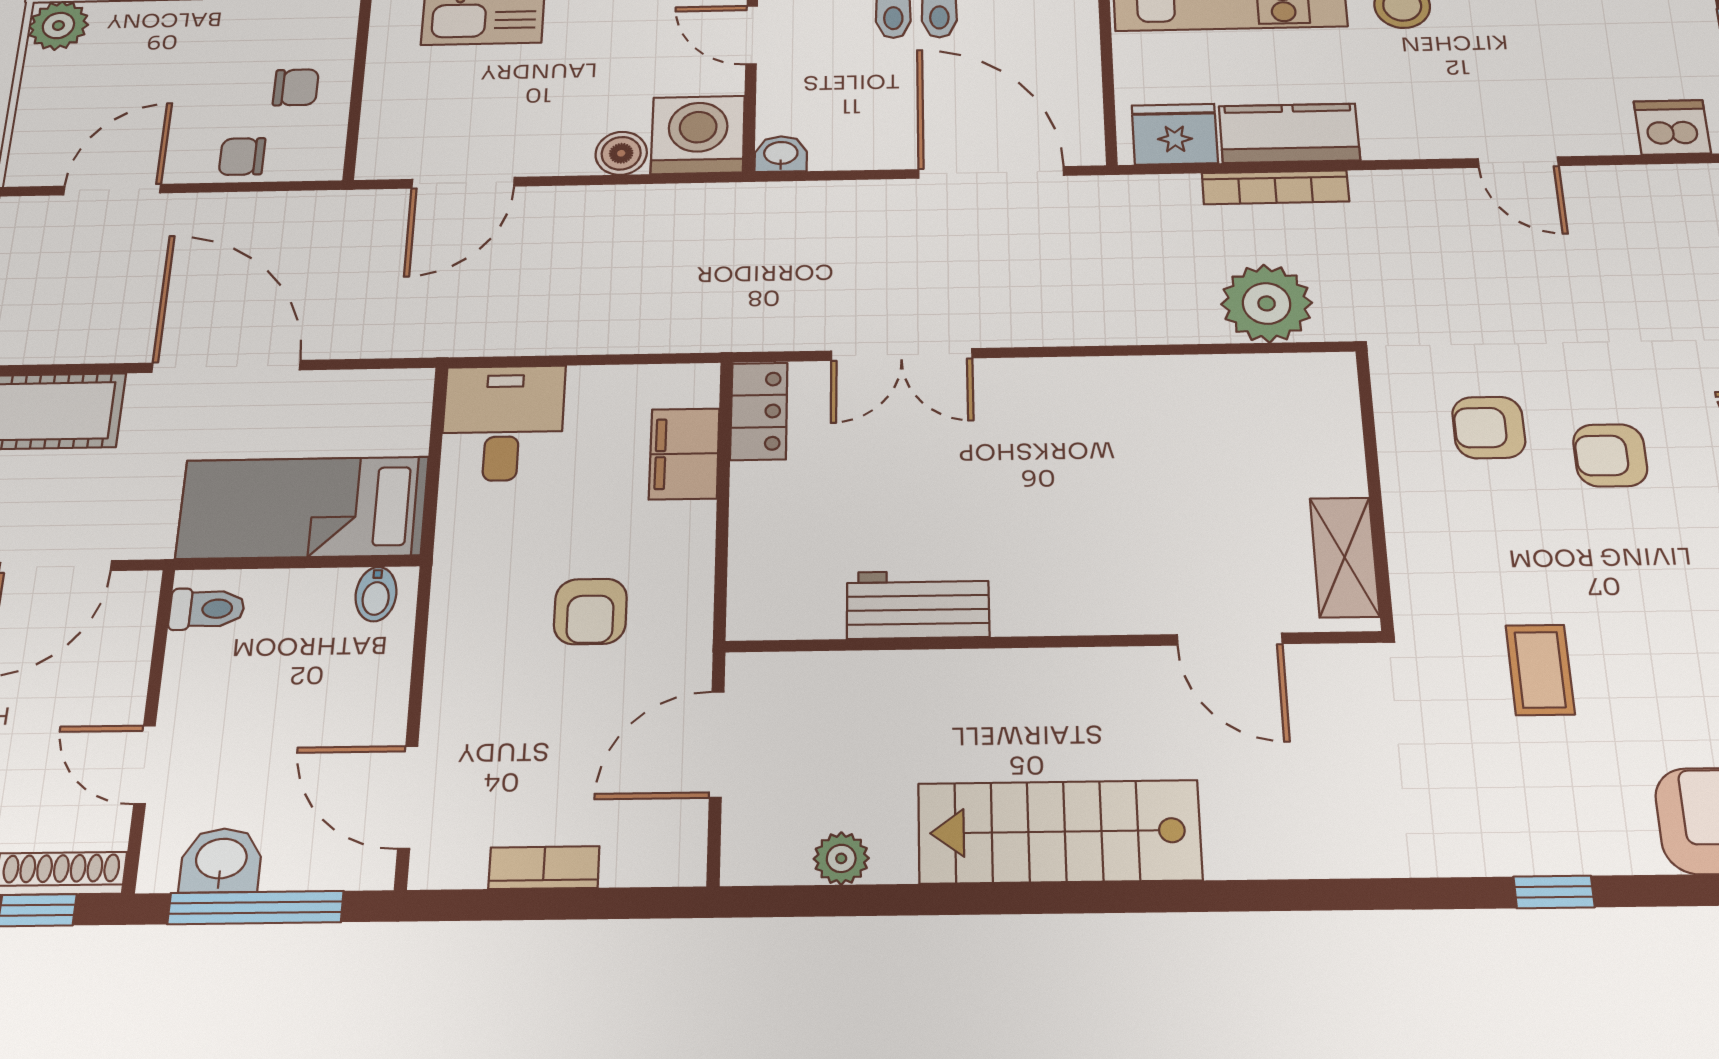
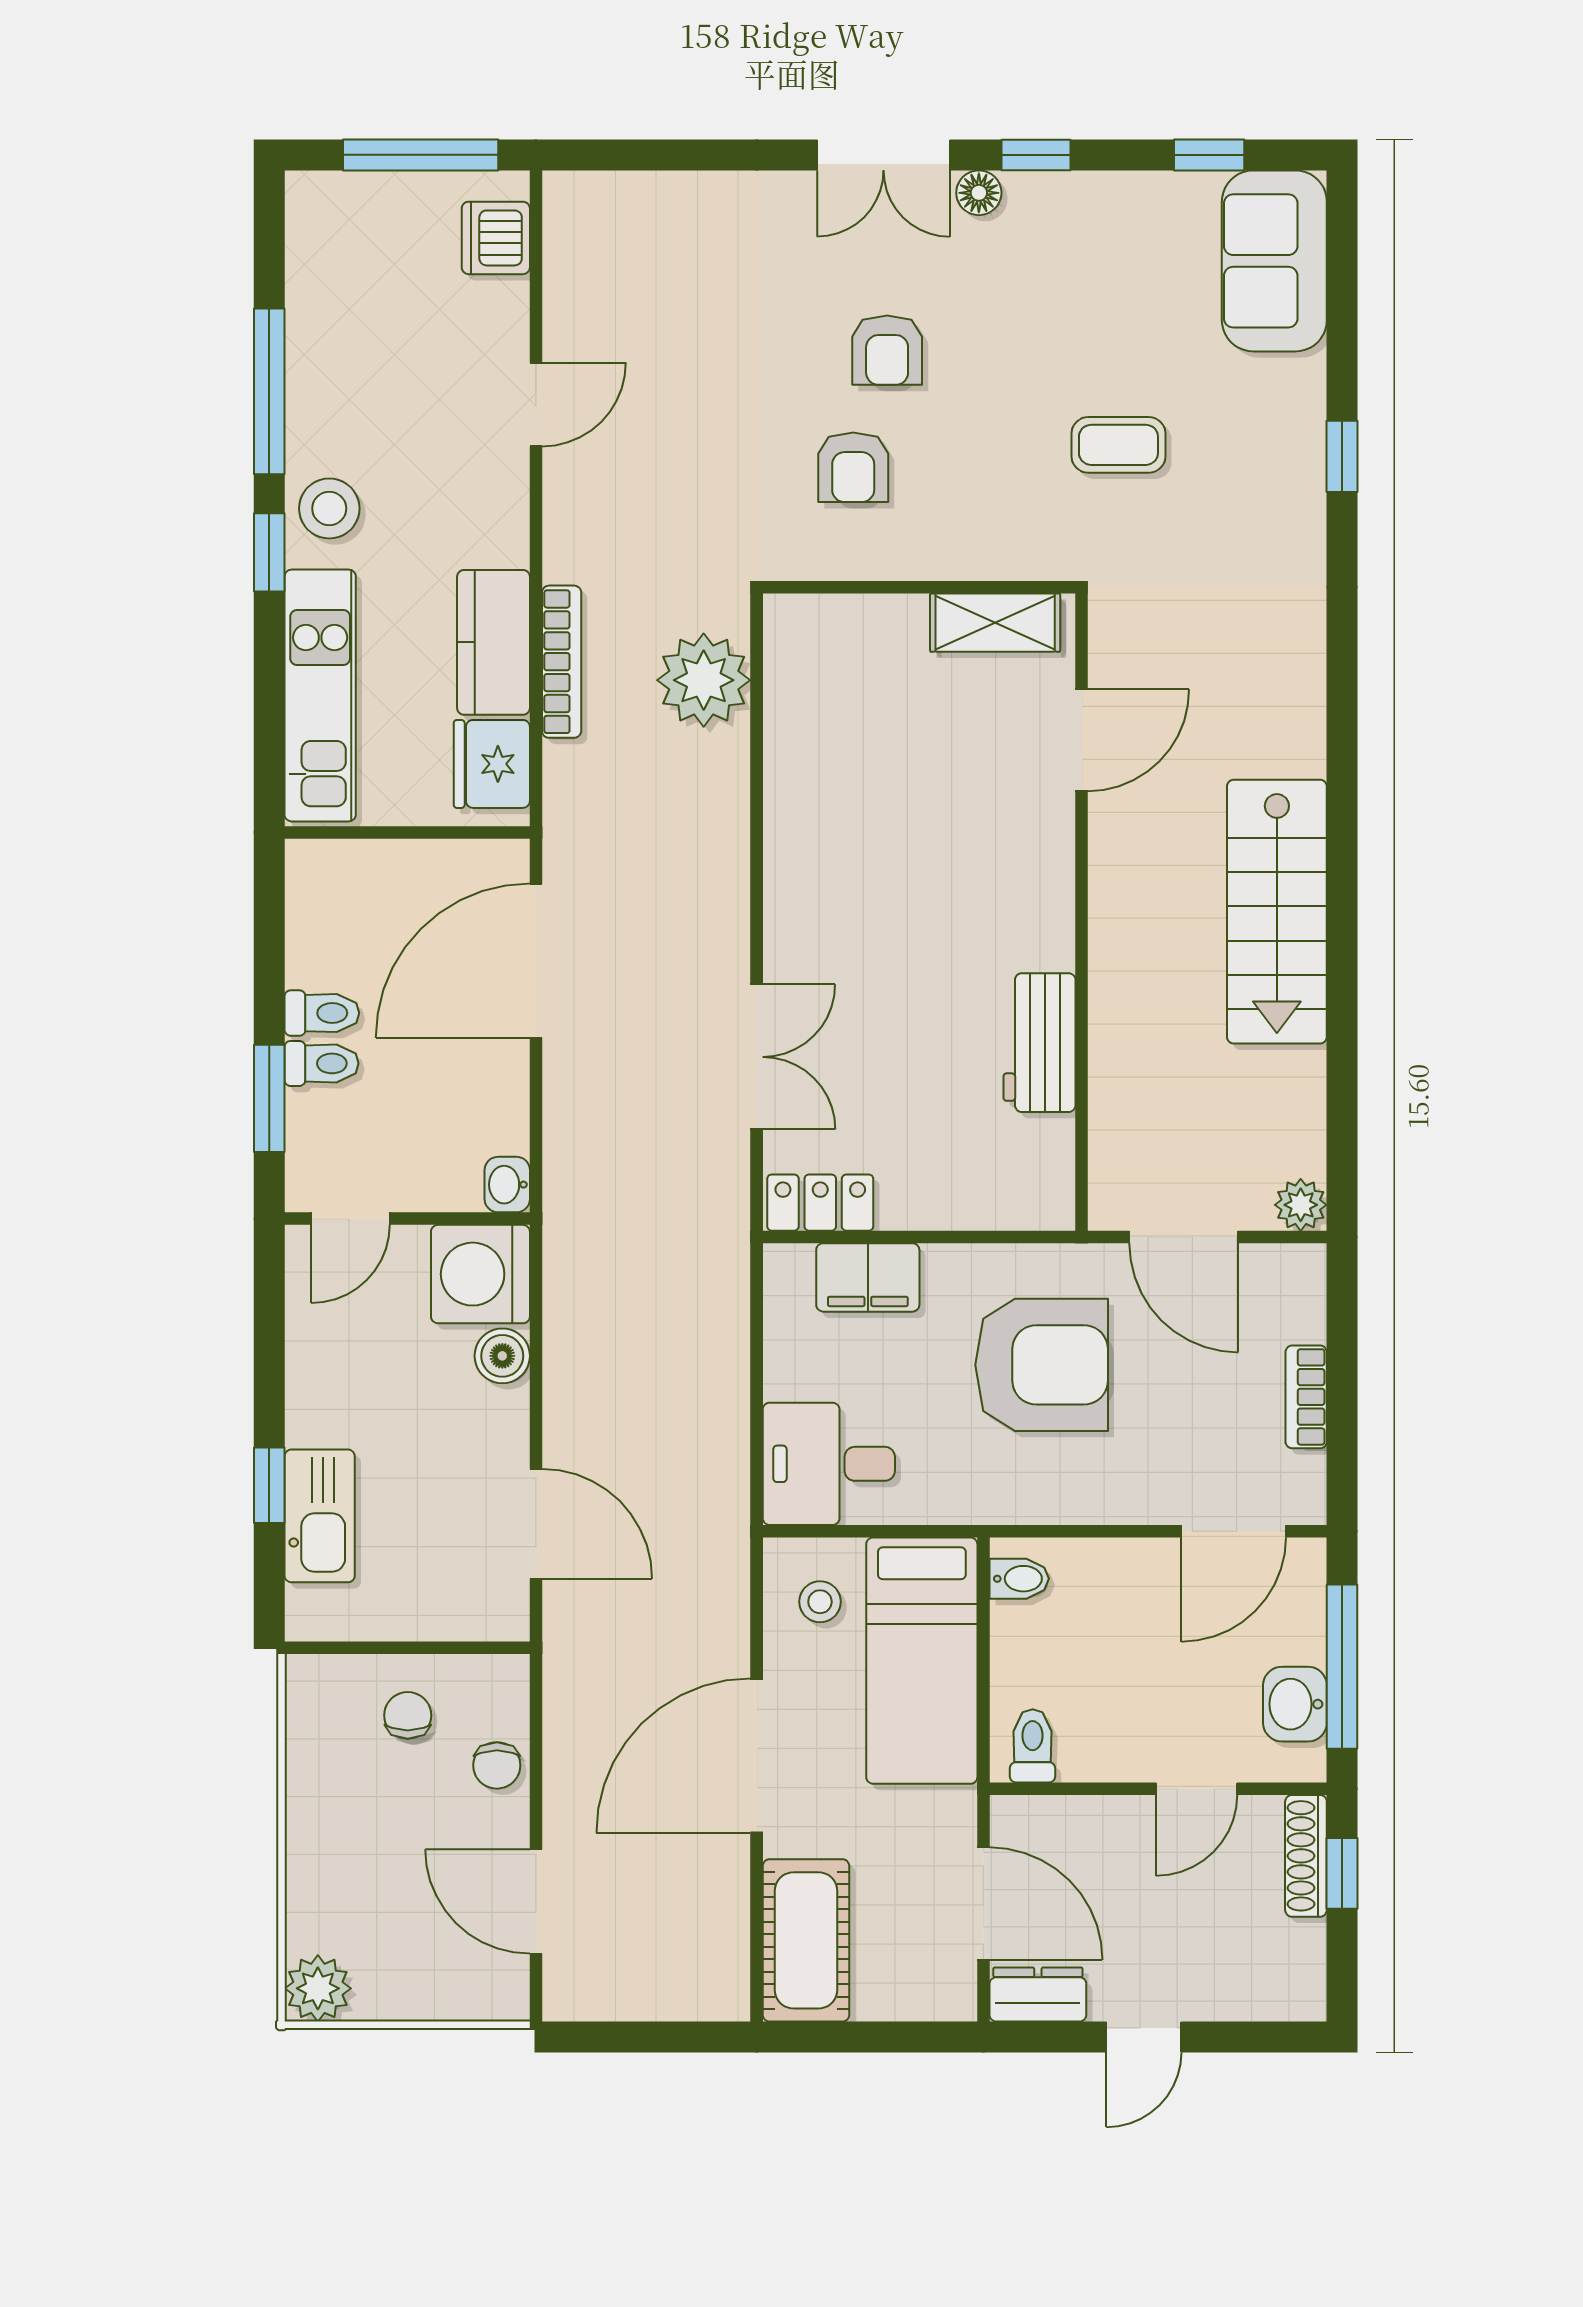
stool: (369, 418) -> (820, 1602), added
armchair: (590, 611) -> (1042, 1365), width x1.88, depth x1.88
plant: (841, 858) -> (1301, 1205), moved

